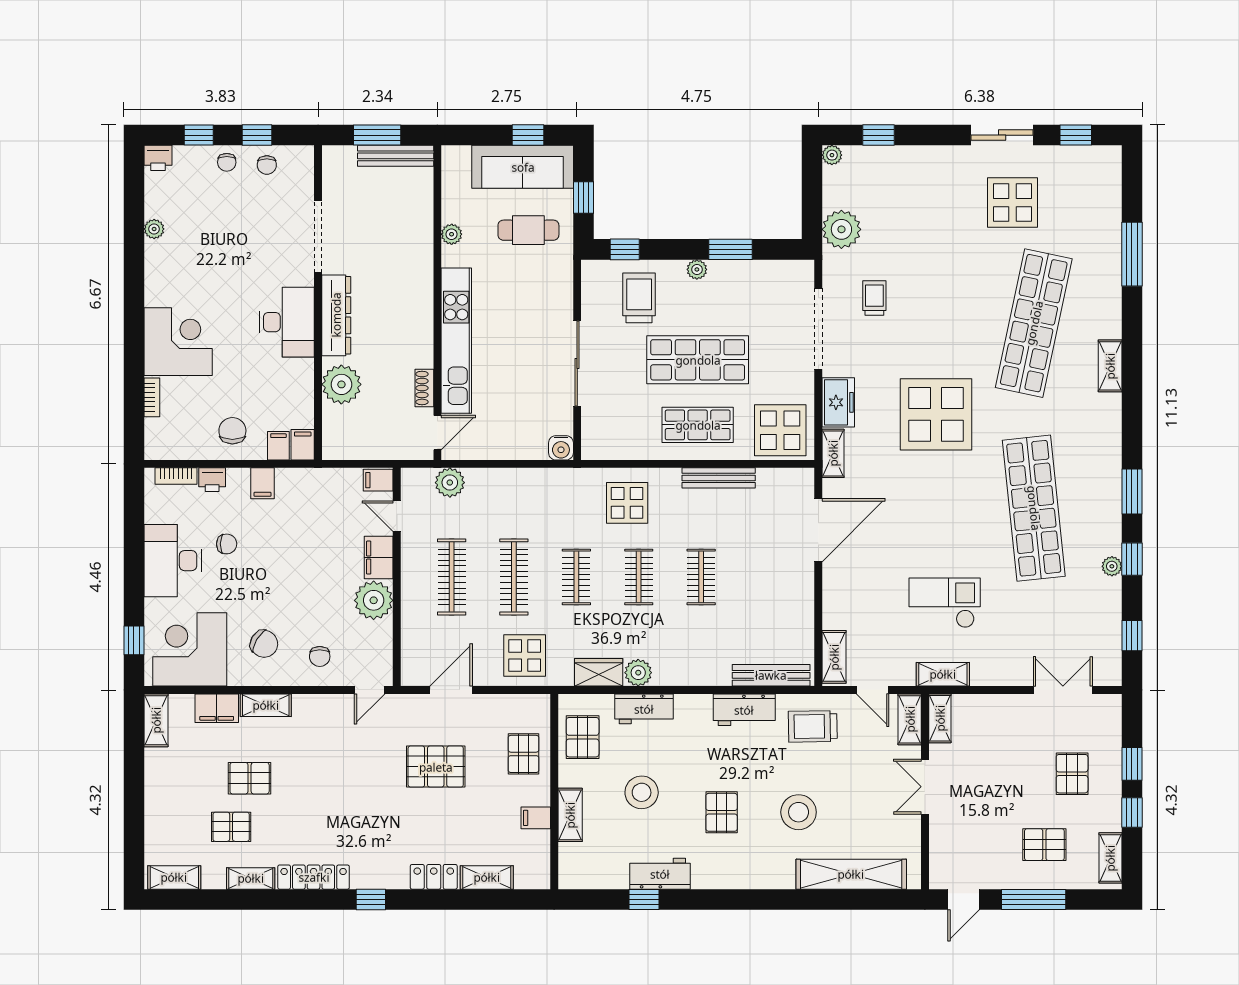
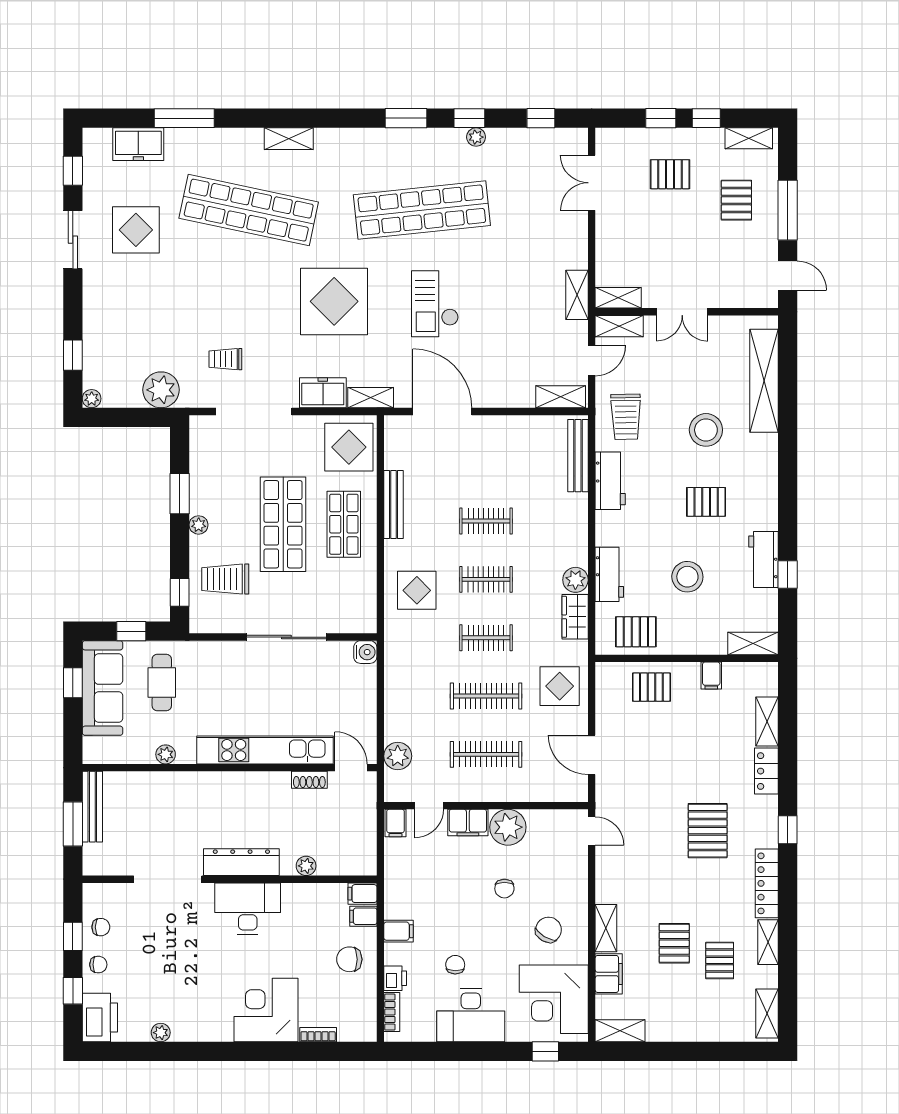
printer: (158, 158) -> (100, 1018), width x1.87, depth x1.48
freezer: (1104, 205) -> (138, 144), added
plant: (341, 384) -> (306, 866), width x0.53, depth x0.53
checkout: (945, 603) -> (435, 304), moved
chair: (320, 656) -> (504, 889), moved, turned 90
pallet: (436, 767) -> (708, 831), moved
shelving: (570, 815) -> (753, 644), moved

